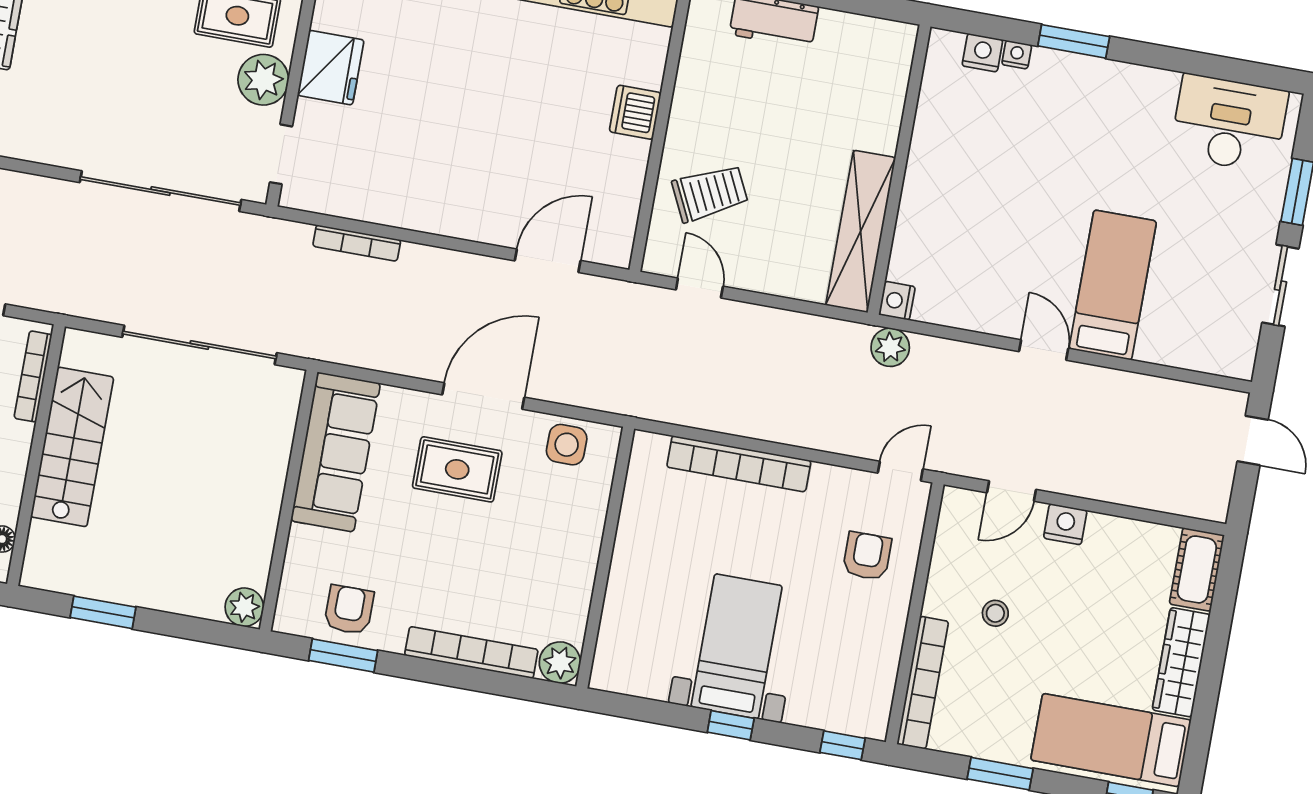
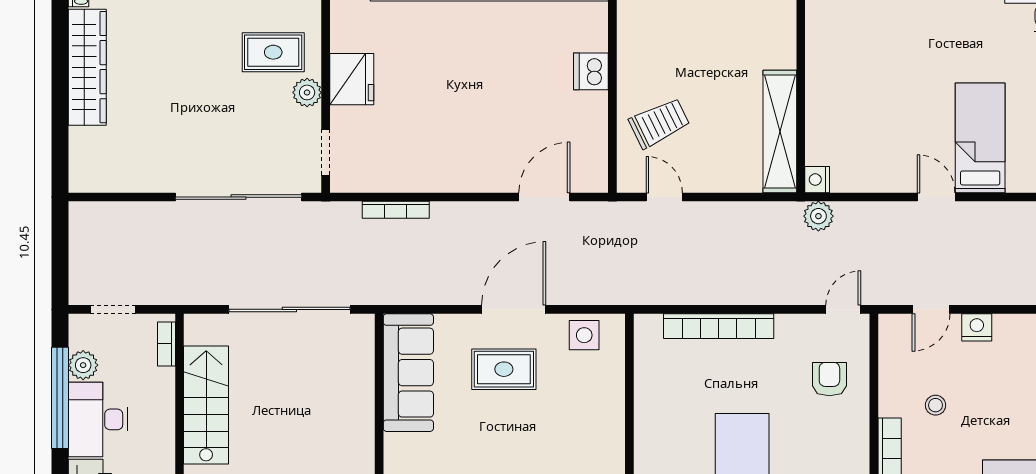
plant: (263, 80) -> (307, 92), width x0.73, depth x0.73
bookcase: (33, 376) -> (166, 344), width x0.64

